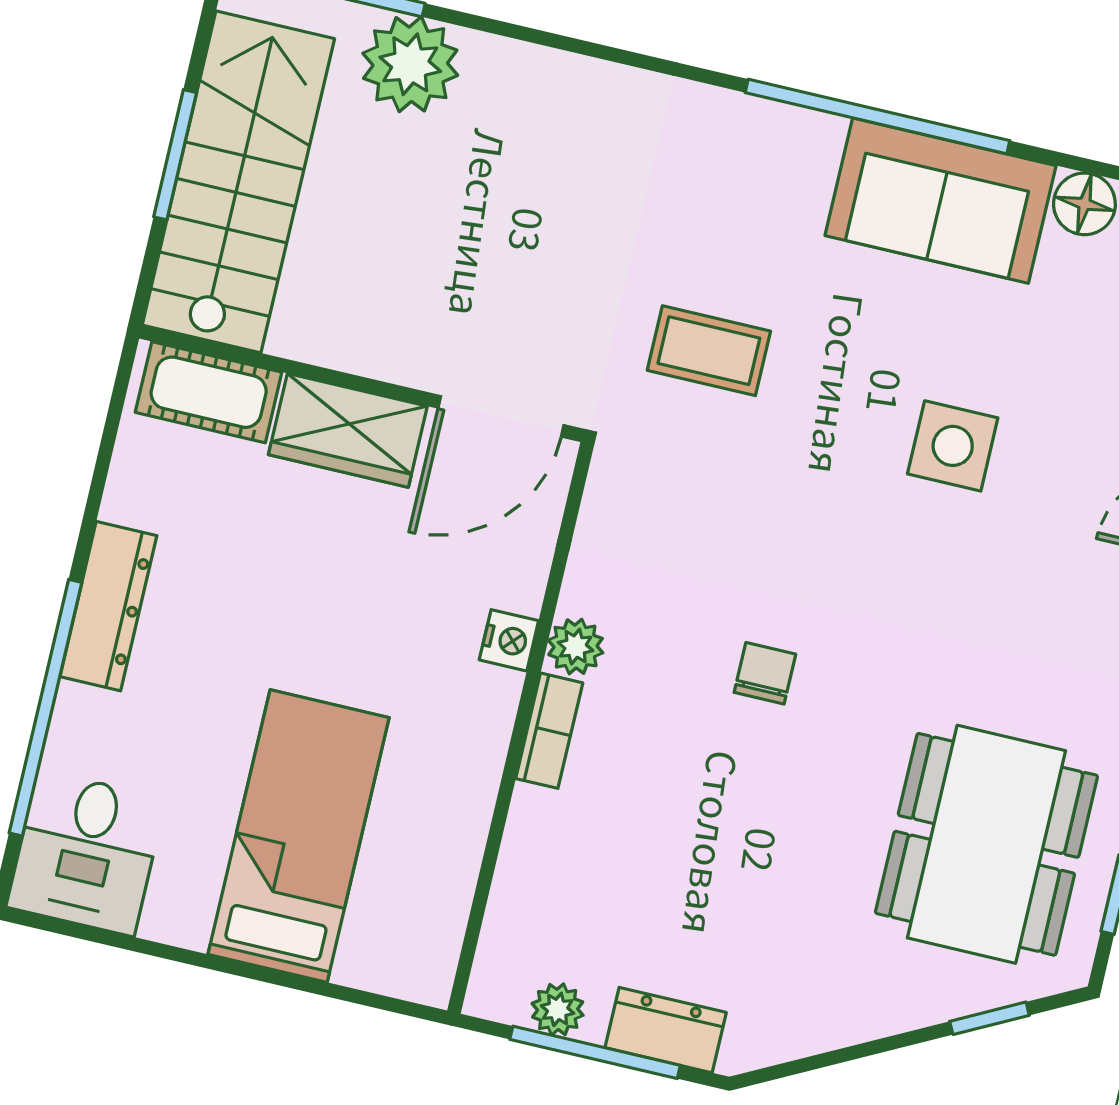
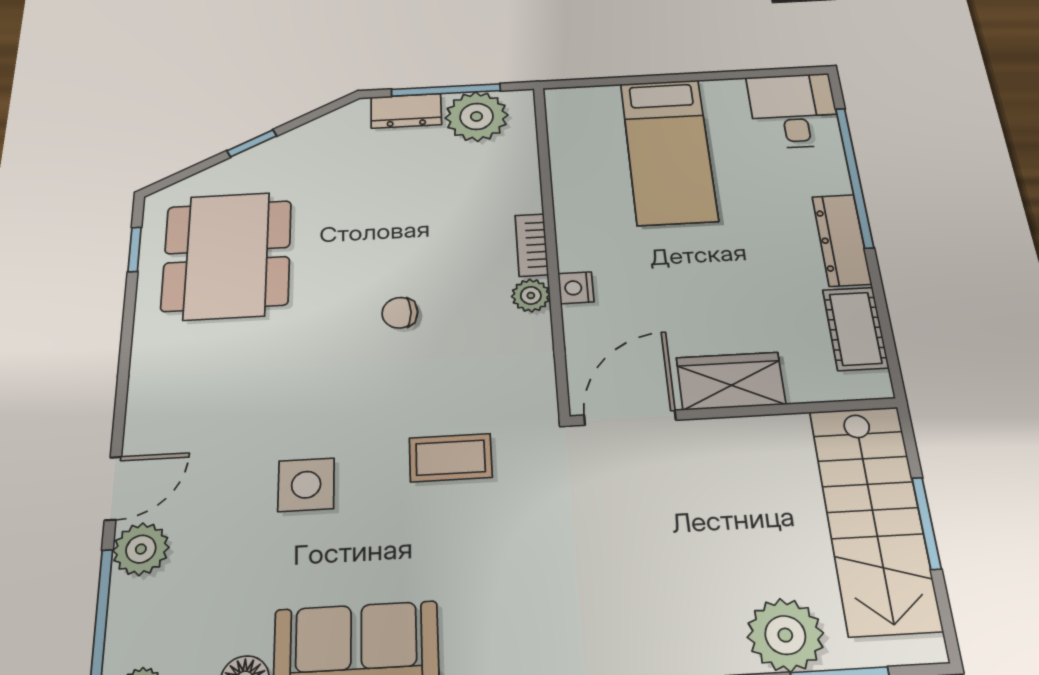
coffee table: (709, 351) -> (451, 458), moved
cot: (209, 392) -> (855, 329), moved, turned 90
chair: (765, 673) -> (400, 313), turned 90
plant: (558, 1009) -> (477, 116), width x1.88, depth x1.88
window: (990, 1018) -> (252, 143), moved

